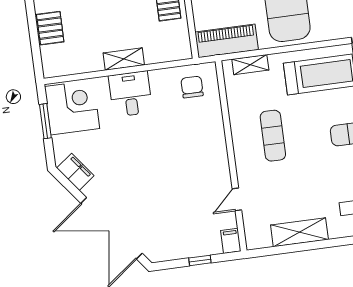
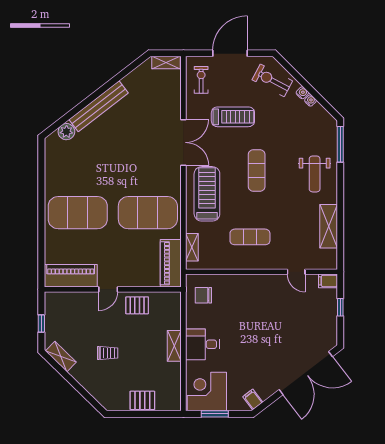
filing cabinet: (75, 172) -> (253, 399), width x0.50

